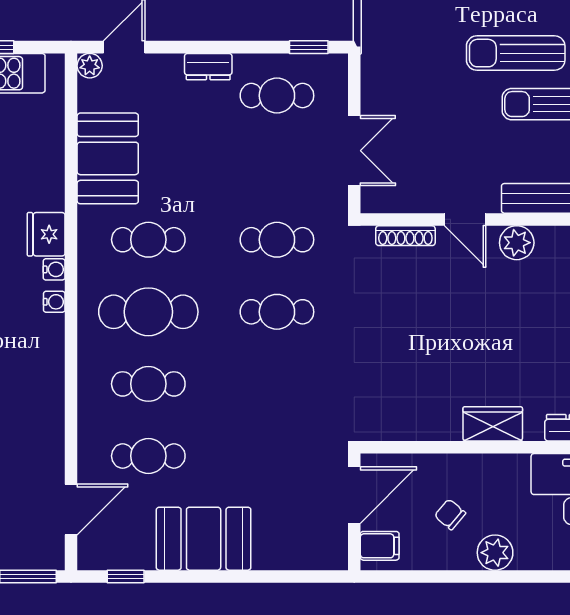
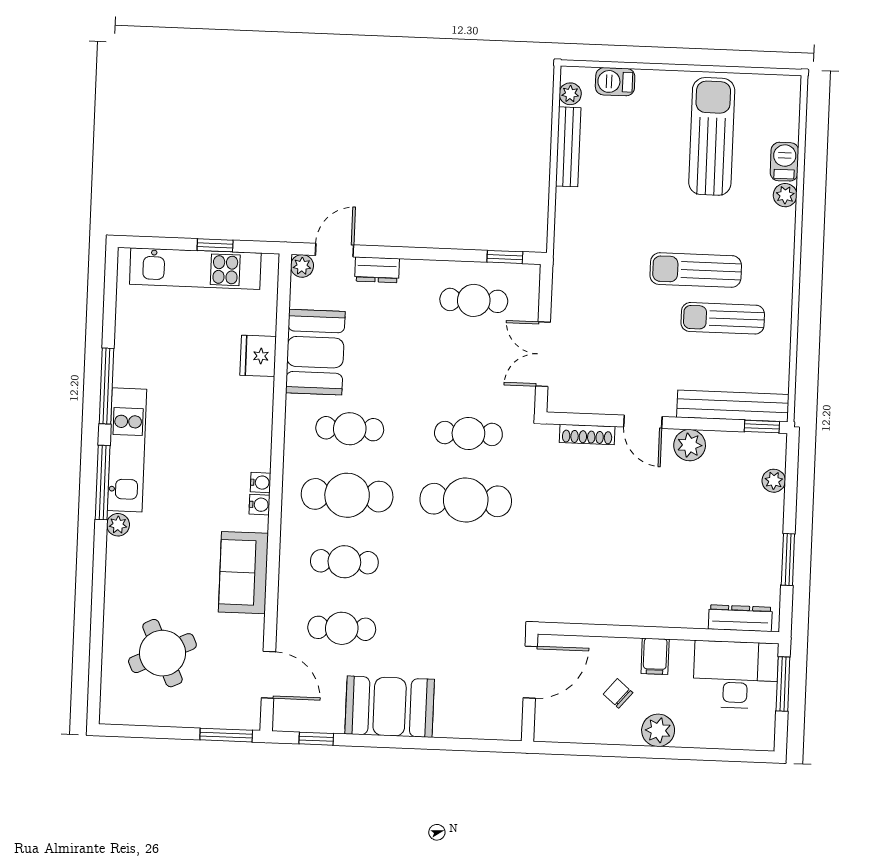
dresser: (208, 67) -> (377, 270), moved
double door: (354, 151) -> (543, 354), swing flipped
fridge: (46, 234) -> (258, 356), moved
water cooler: (54, 269) -> (260, 505), moved
cafe table: (277, 312) -> (466, 500), width x1.37, depth x1.35
sofa: (40, 400) -> (243, 573), added
wardrobe: (493, 424) -> (661, 611), removed
door: (71, 509) -> (268, 675), hinge flipped
filing cabinet: (380, 546) -> (655, 656), moved, turned 90

